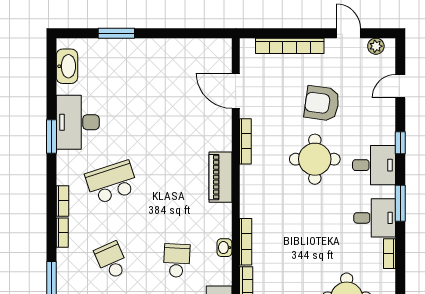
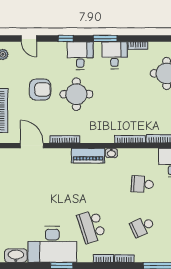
door: (236, 91) -> (32, 146), swing flipped
armchair: (322, 103) -> (40, 90), turned -98
desk: (78, 122) -> (52, 244), width x1.36, depth x1.30
washbasin: (224, 248) -> (111, 153), moved

